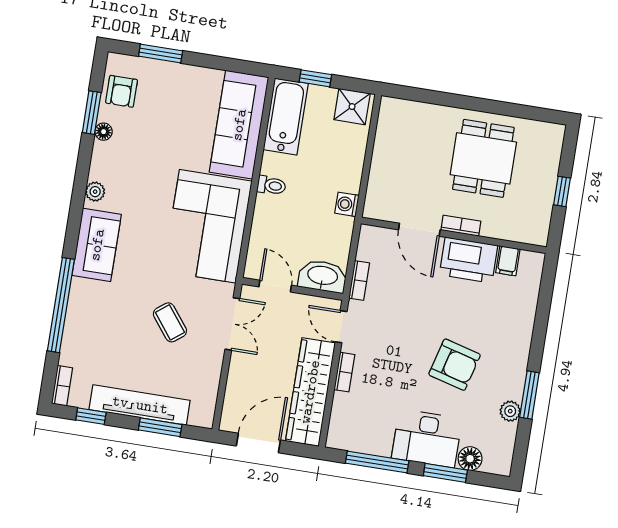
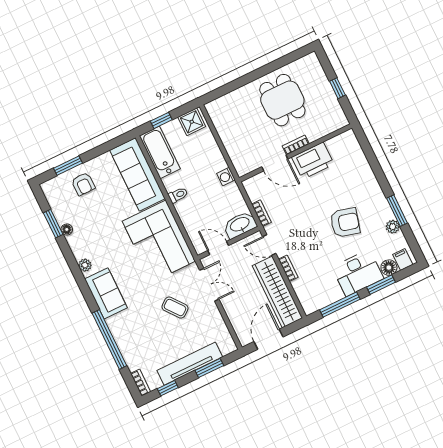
armchair: (122, 91) -> (83, 184), moved
filing cabinet: (508, 261) -> (403, 259), moved, turned 180

